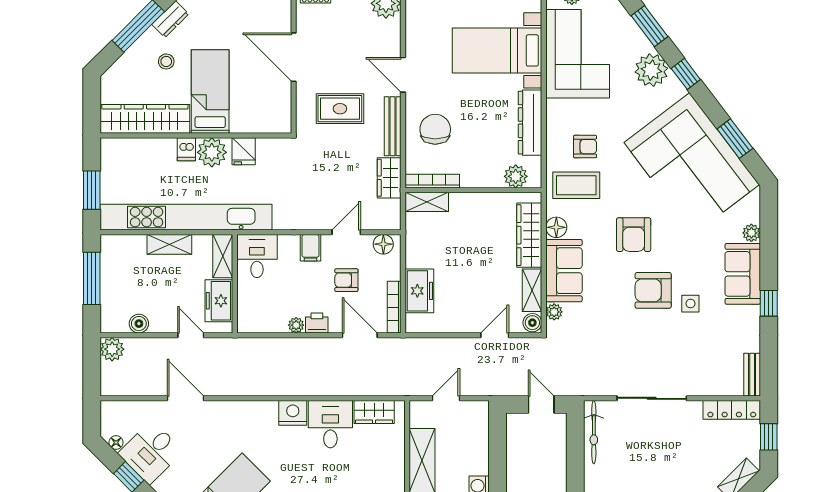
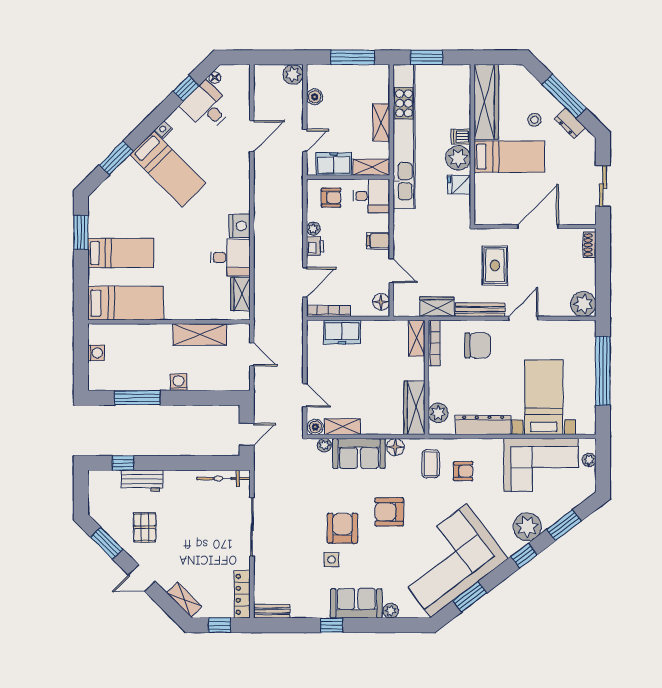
armchair: (585, 147) -> (463, 471), turned -90
coffee table: (576, 185) -> (431, 464), width x0.73, depth x0.77
wardrobe: (529, 235) -> (414, 408), moved, turned -90
armchair: (346, 280) -> (331, 198), moved, turned 90

